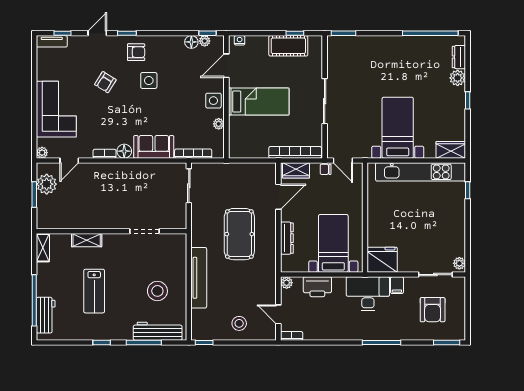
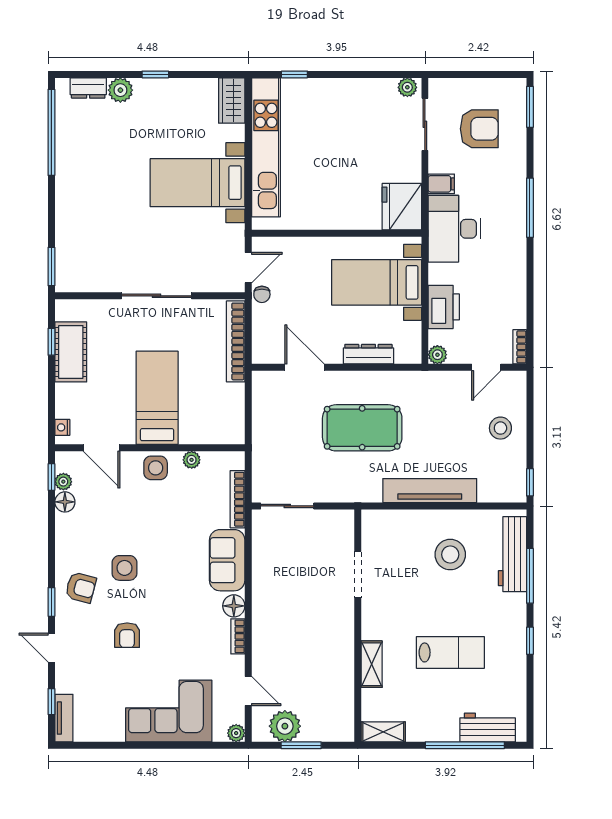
armchair: (136, 52) -> (81, 588), turned 105
armchair: (105, 82) -> (127, 635), turned 58
wardrobe: (296, 170) -> (264, 340), removed

